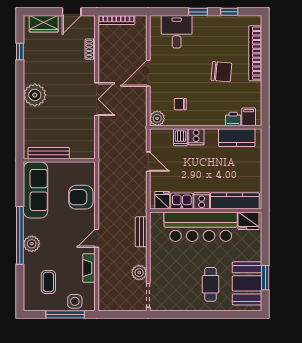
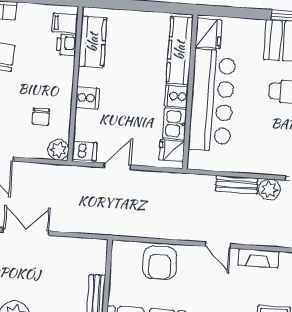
dishwasher: (180, 137) -> (84, 151), moved
bench: (141, 232) -> (237, 185), moved

